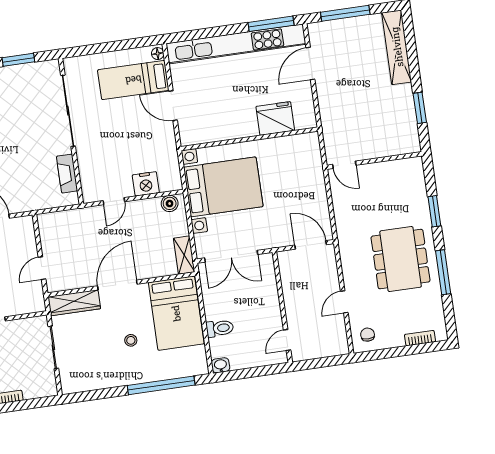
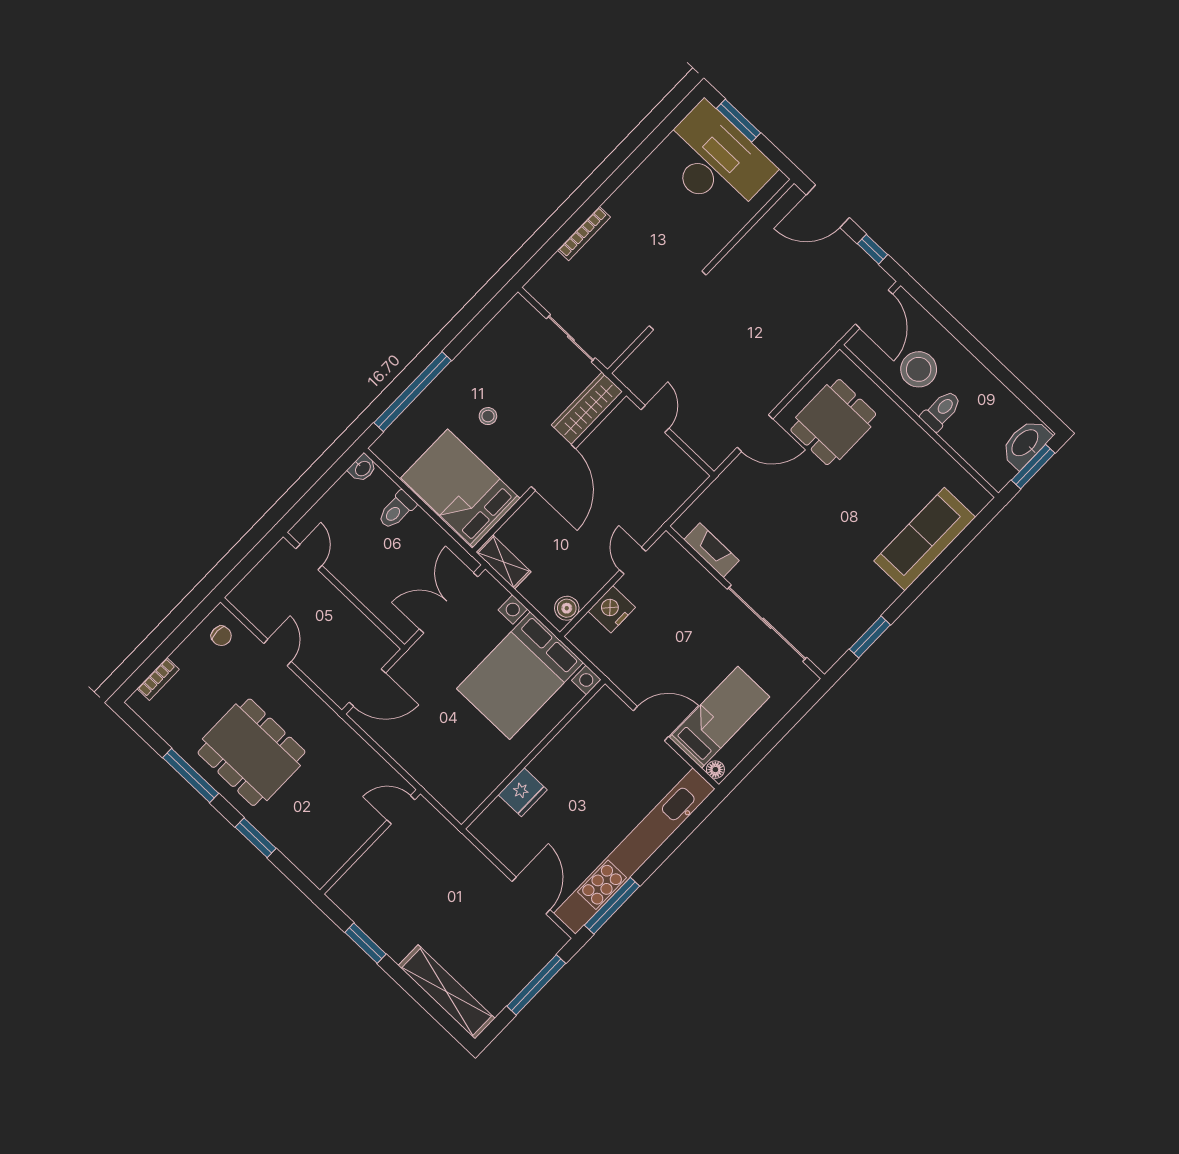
fridge: (275, 118) -> (523, 792), width x0.73, depth x0.75

